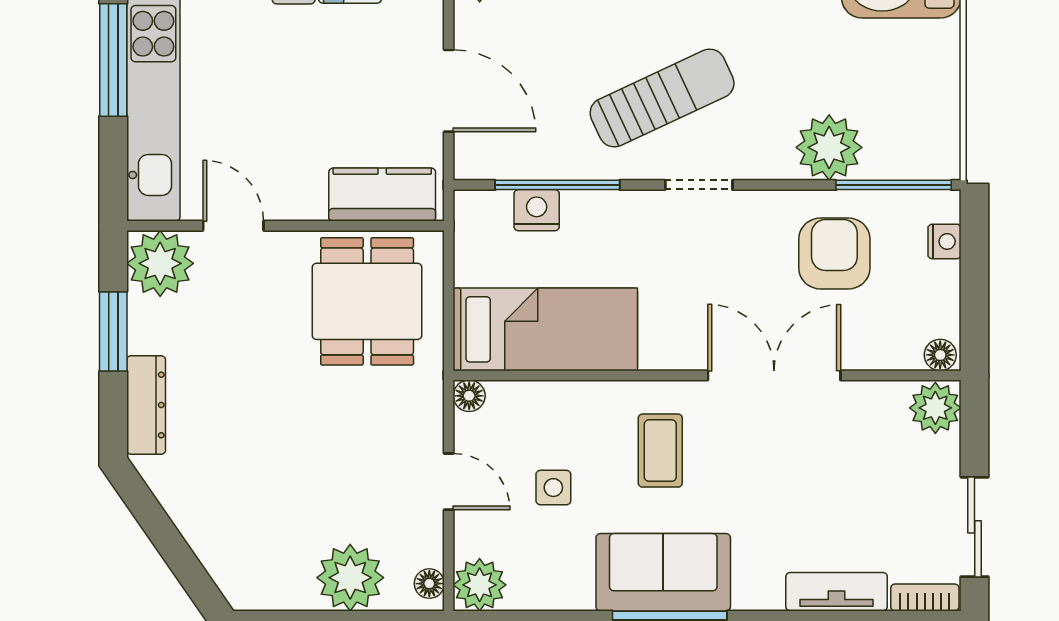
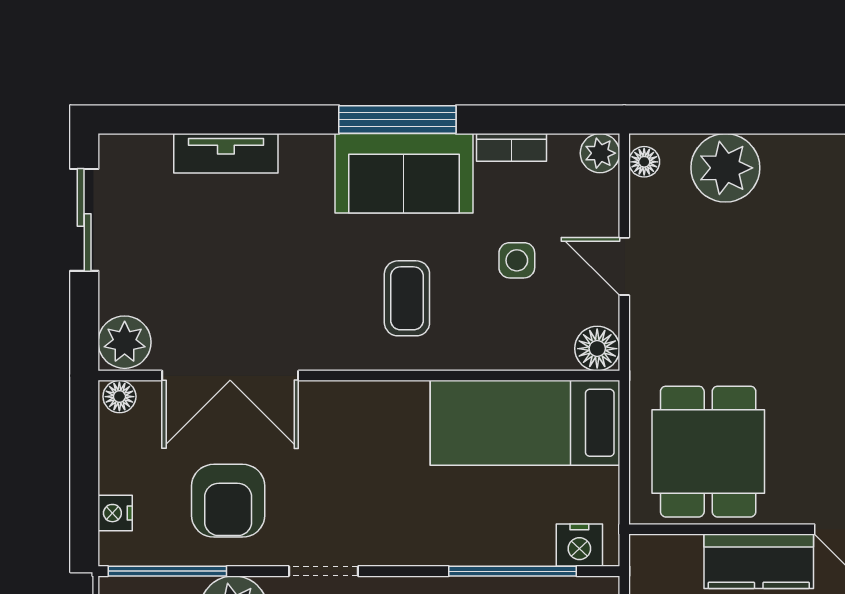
doorway: (699, 185) -> (323, 571), moved
kitchen counter: (382, 195) -> (759, 561), moved
nightstand: (537, 210) -> (579, 545), moved
double door: (774, 375) -> (230, 376), moved
floor lamp: (469, 396) -> (597, 349), width x1.37, depth x1.37
plant: (480, 585) -> (600, 153), width x0.73, depth x0.73
bookcase: (925, 597) -> (512, 147), moved

